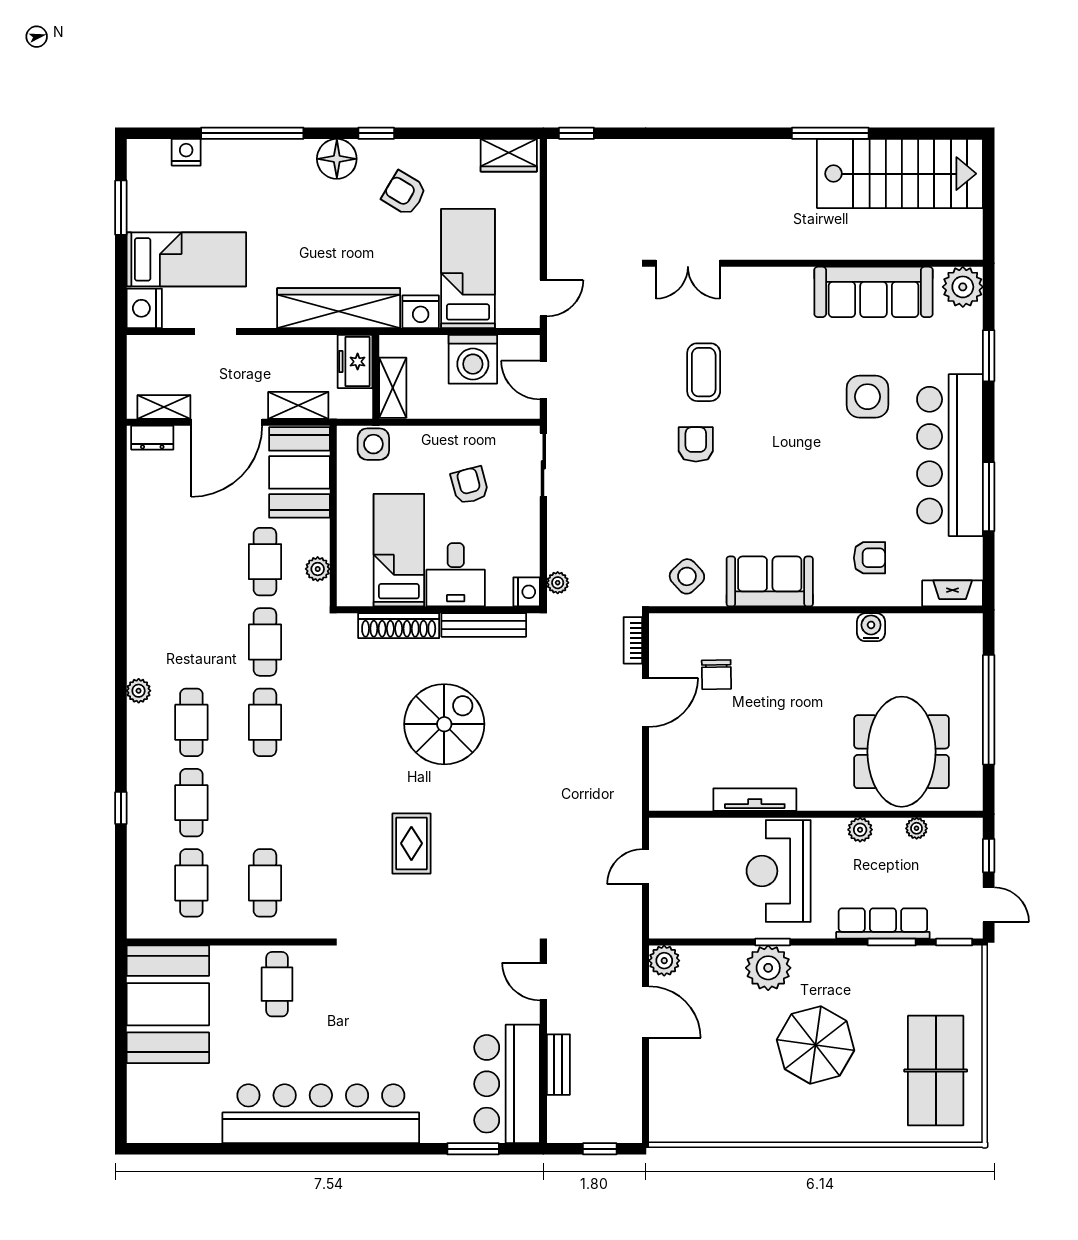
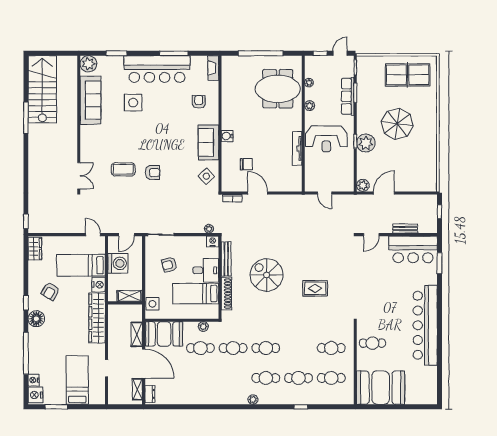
nightstand: (144, 308) -> (35, 395), moved, turned 90
freezer: (355, 362) -> (119, 311), removed
armchair: (696, 444) -> (153, 173), turned 180
water cooler: (871, 627) -> (227, 136), moved

